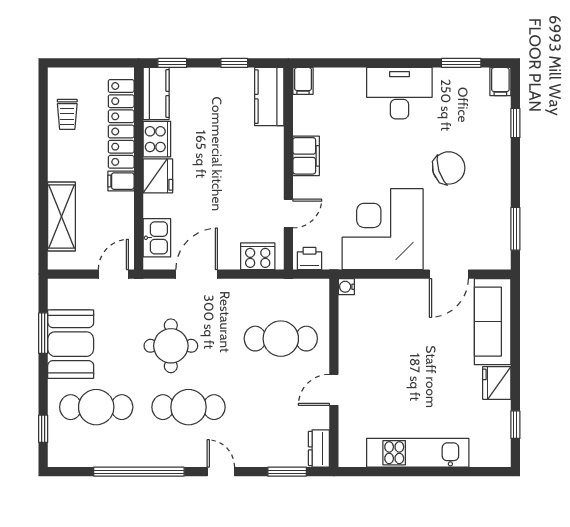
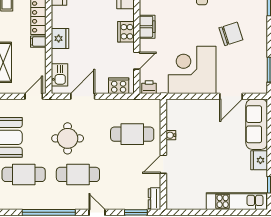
cooker: (157, 139) -> (126, 32), moved, turned 180
water cooler: (346, 287) -> (171, 135), moved
kitchen unit: (418, 453) -> (236, 201), moved

